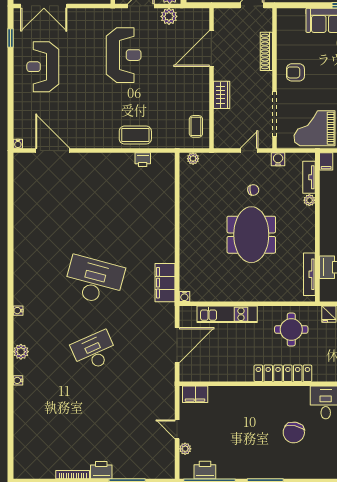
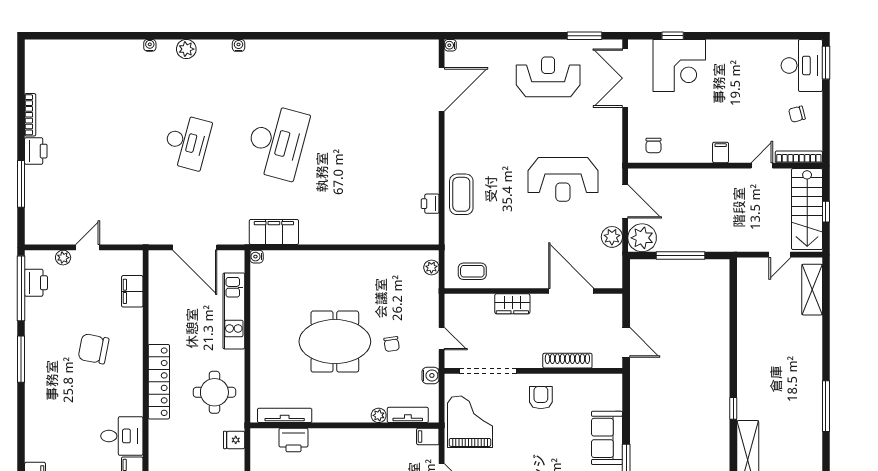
window: (10, 38) -> (585, 36), width x1.50
desk: (94, 351) -> (187, 142), turned 39
filing cabinet: (195, 394) -> (132, 291), moved
chair: (294, 432) -> (93, 349), moved

